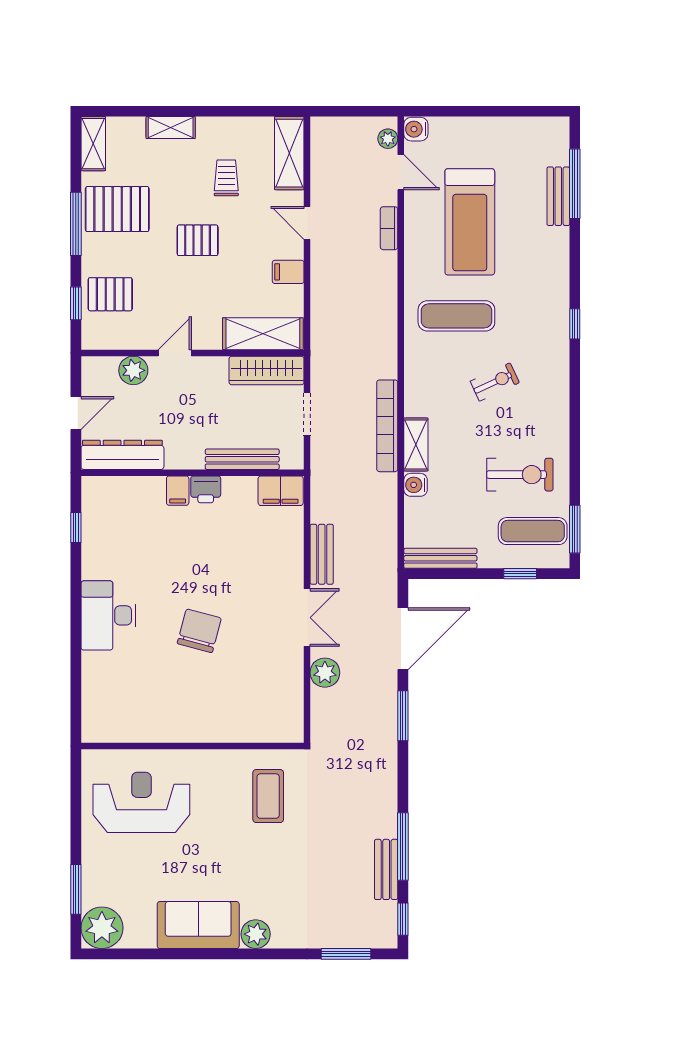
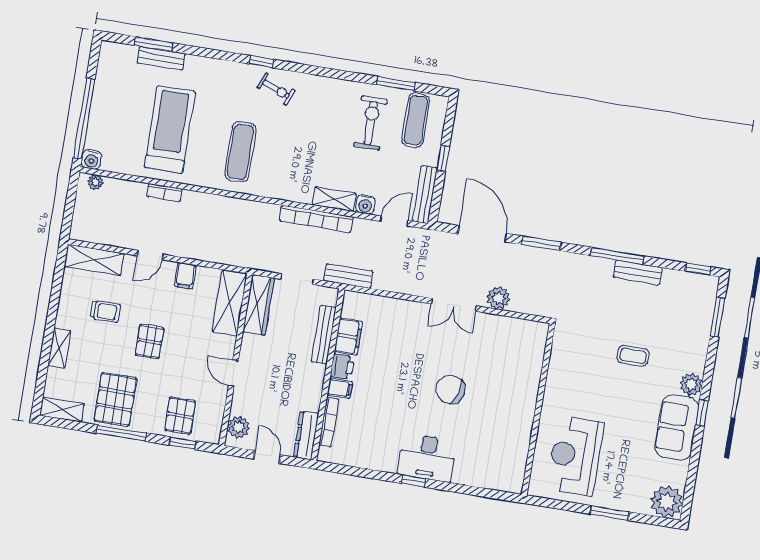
window: (466, 111) -> (84, 118), added
door: (401, 172) -> (394, 221), moved
trolley: (226, 178) -> (105, 312), turned 180
window: (575, 184) -> (154, 44), width x0.69
treadmill: (470, 222) -> (170, 130), turned -90
plant: (133, 370) -> (238, 427), moved
exercise bike: (495, 382) -> (276, 89), moved, turned 137
dresser: (122, 455) -> (306, 435), width x0.73, depth x0.80
bookcase: (133, 484) -> (329, 422), added
filing cabinet: (281, 491) -> (348, 336), moved
window: (76, 528) -> (414, 481), moved
window: (575, 529) -> (396, 84), moved
bench: (322, 554) -> (348, 276), moved
window: (520, 574) -> (443, 158), moved
double door: (307, 618) -> (454, 305), swing flipped
coffee table: (268, 796) -> (633, 356), moved, width x0.73, depth x0.77
window: (403, 847) -> (617, 256), moved
bench: (386, 869) -> (638, 272), moved
window: (76, 889) -> (610, 513), moved
window: (221, 954) -> (702, 413), added

